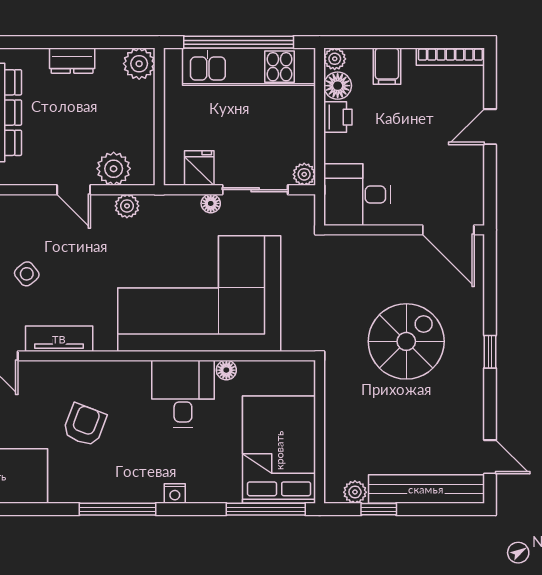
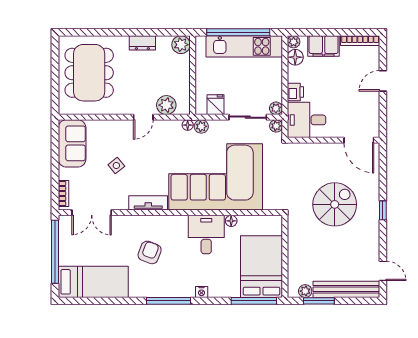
filing cabinet: (387, 66) -> (324, 46), width x2.00
printer: (338, 117) -> (295, 92), moved
door: (74, 190) -> (143, 117), hinge flipped
floor lamp: (211, 203) -> (188, 125), moved
plant: (304, 205) -> (276, 126), added
plant: (127, 206) -> (201, 126), moved
tv unit: (59, 339) -> (148, 203), moved
window: (379, 509) -> (319, 301), width x1.50

